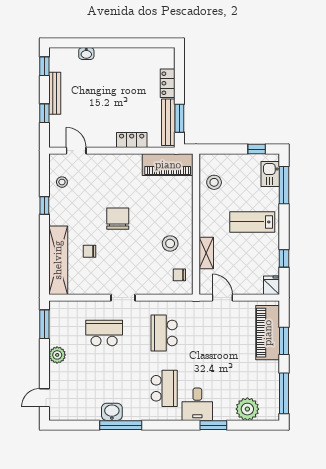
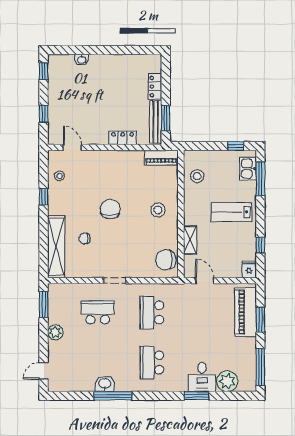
bench: (55, 93) -> (53, 96), removed
piano: (168, 165) -> (161, 158), width x0.73, depth x0.75
stool: (170, 244) -> (158, 210), moved
chair: (179, 275) -> (166, 260), width x1.87, depth x1.87
school desk: (164, 388) -> (152, 362), turned 180
desk: (197, 404) -> (202, 377), moved

